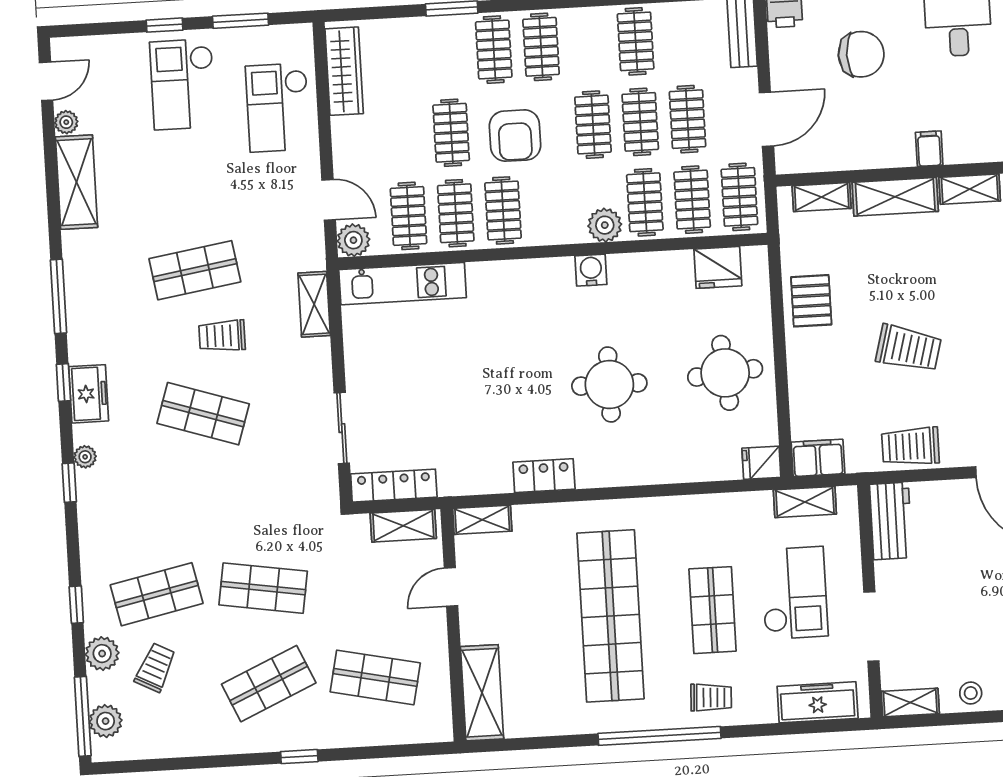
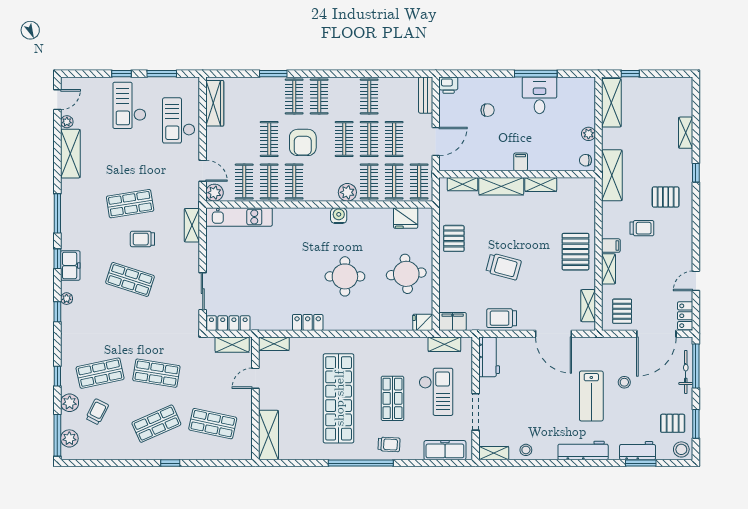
chair: (861, 54) -> (488, 110), width x0.54, depth x0.54

